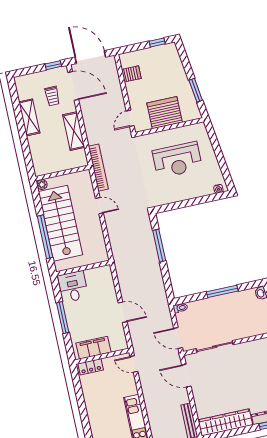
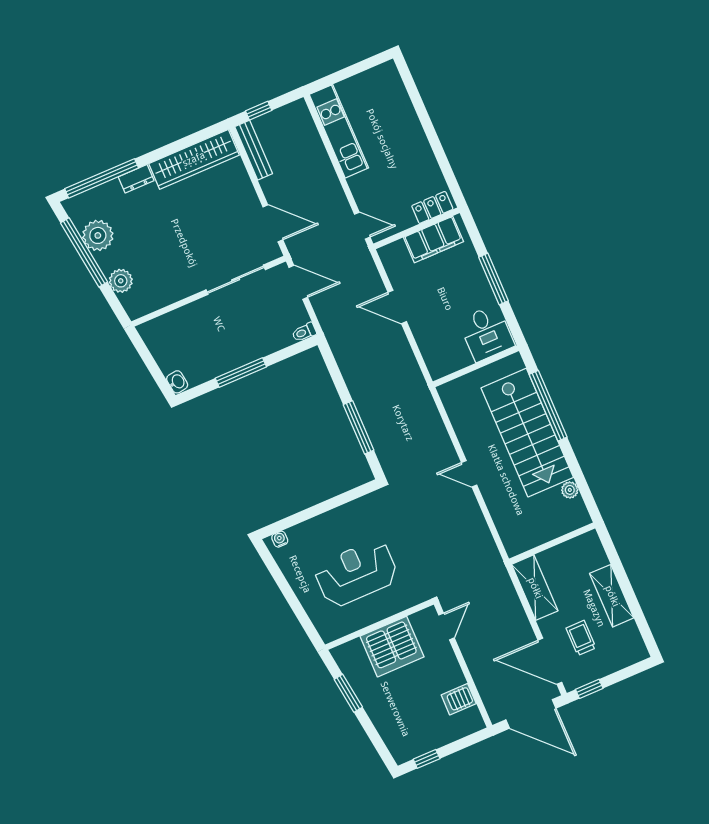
bookcase: (98, 168) -> (483, 536), removed
wall: (62, 173) -> (552, 543), moved

